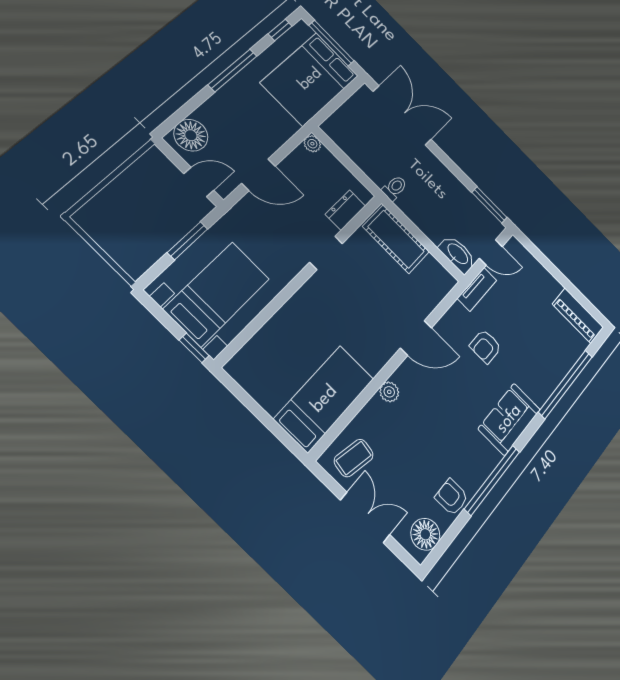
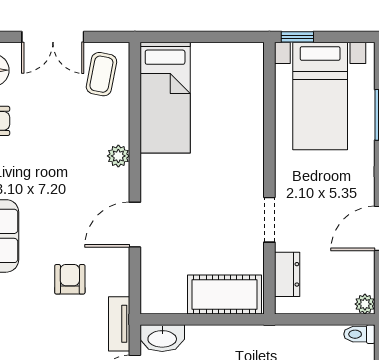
toilet: (394, 188) -> (359, 334), moved, turned 90

